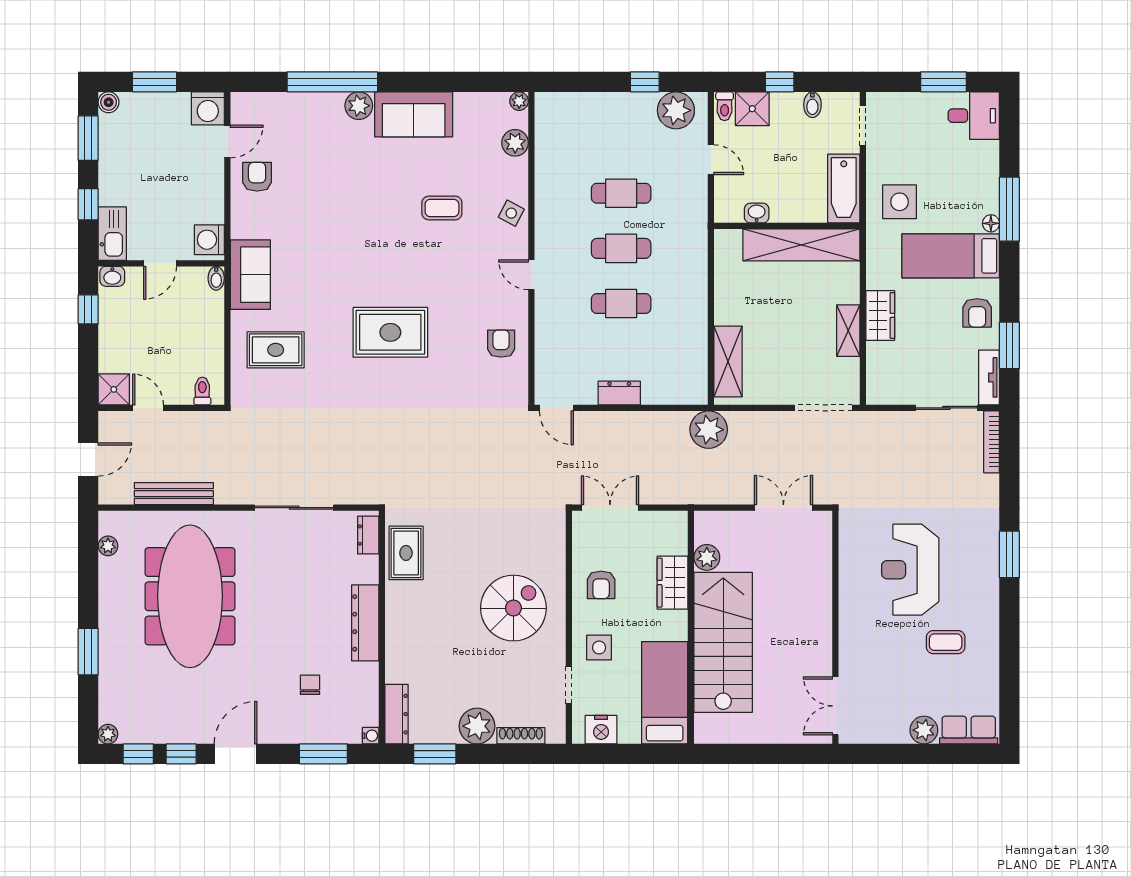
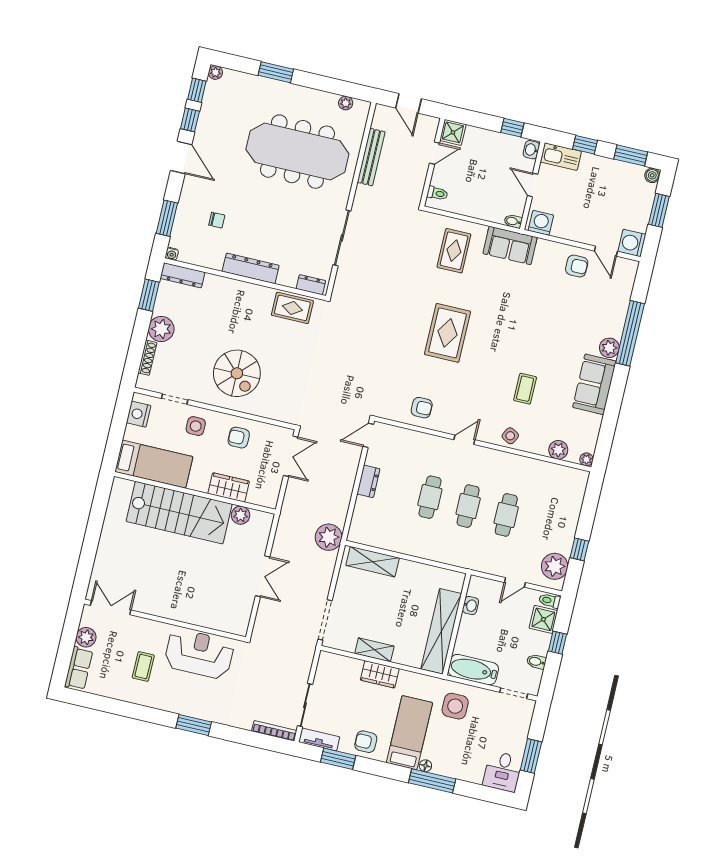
wall: (835, 627) -> (165, 620), moved
double door: (835, 706) -> (111, 608), moved

